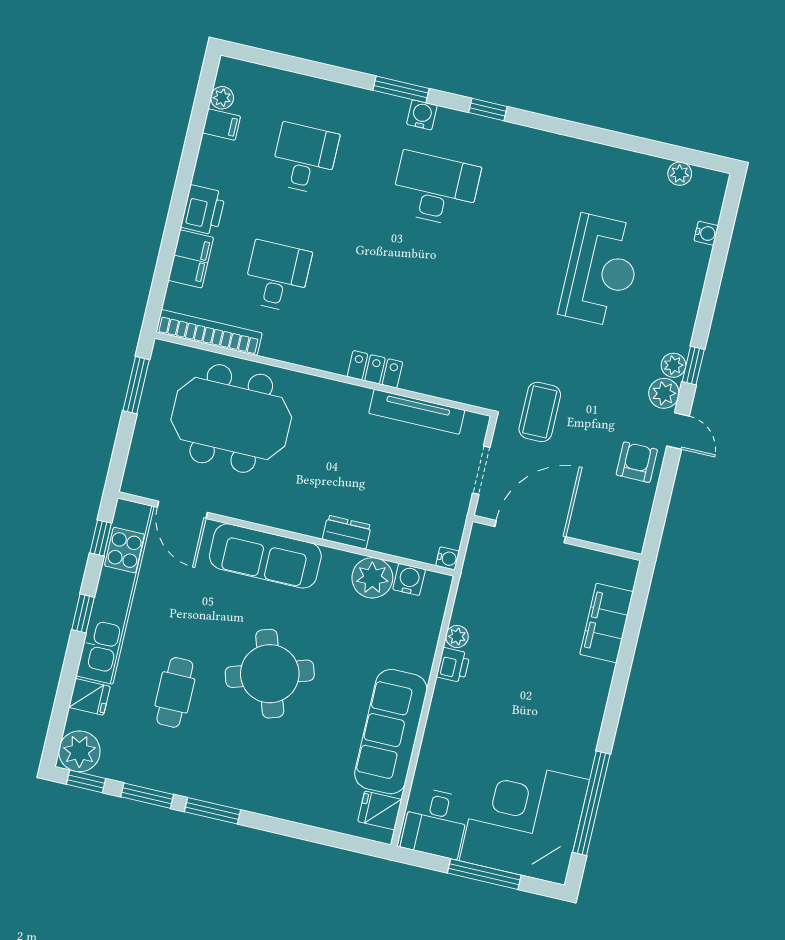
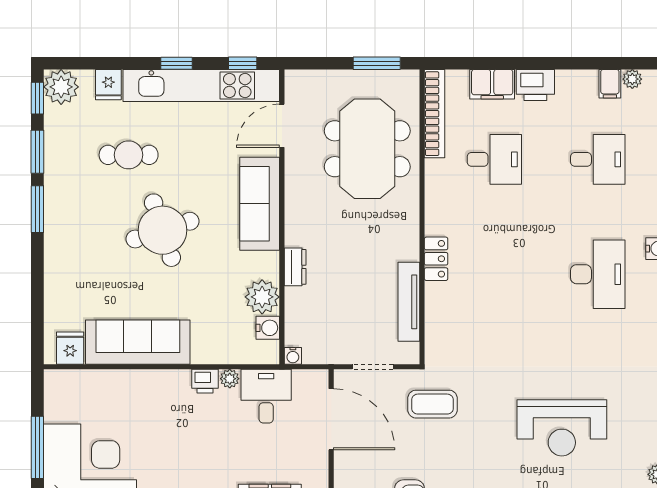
desk: (436, 823) -> (266, 396), moved, turned 90

